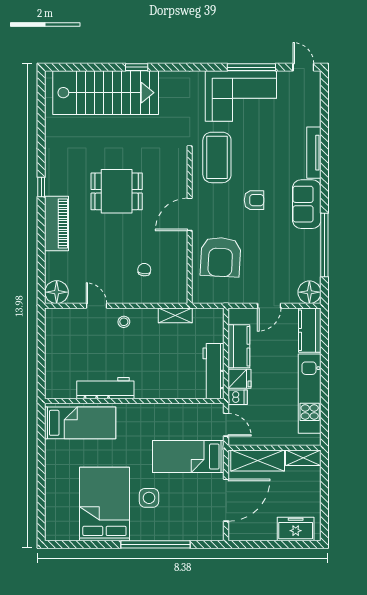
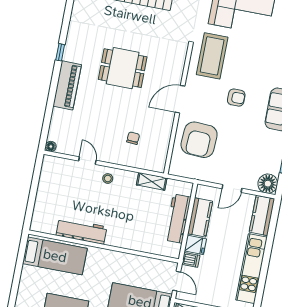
floor lamp: (57, 292) -> (51, 146), width x0.53, depth x0.53
workbench: (214, 371) -> (178, 219), moved

